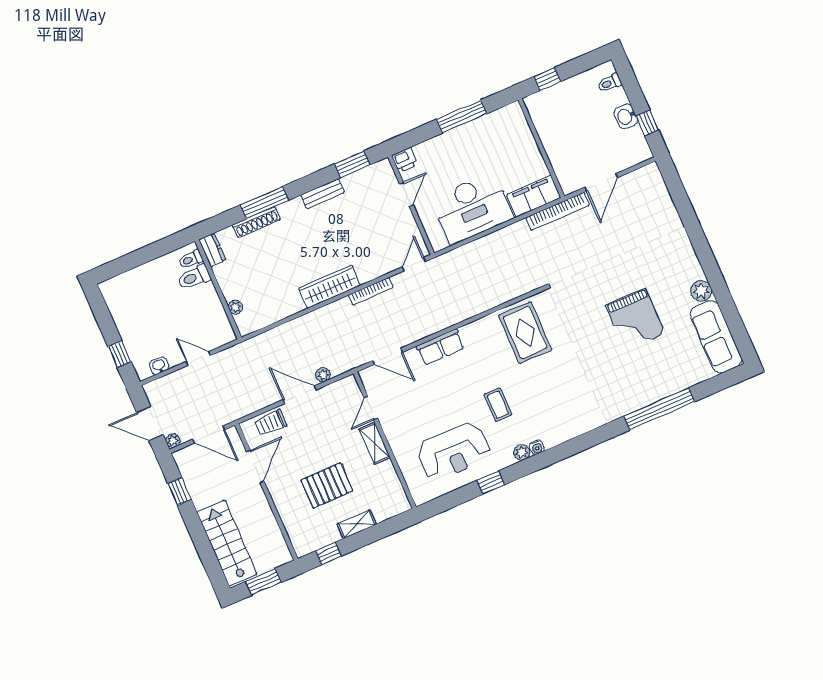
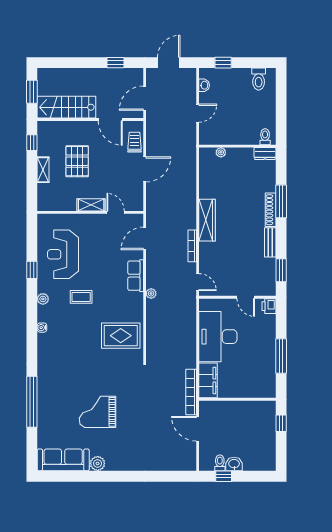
toilet: (609, 83) -> (220, 463), moved
shoe rack: (256, 222) -> (271, 210), moved
toilet: (194, 277) -> (259, 79), moved, turned 180
plant: (323, 375) -> (151, 293), moved
plant: (173, 441) -> (151, 73), removed
water cooler: (537, 447) -> (42, 328), moved
stairs: (227, 543) -> (66, 107), moved, turned 180

